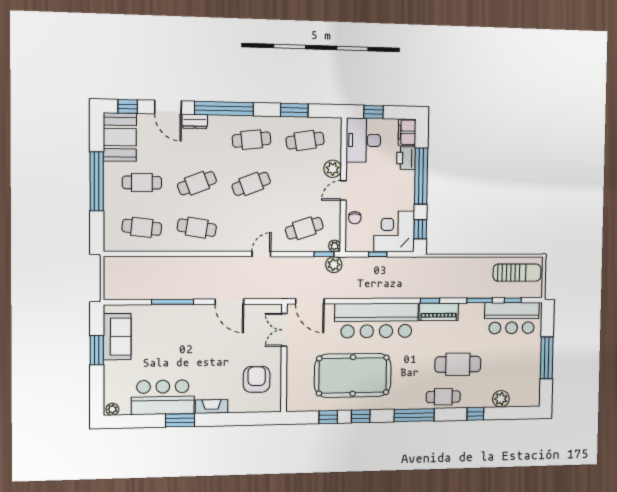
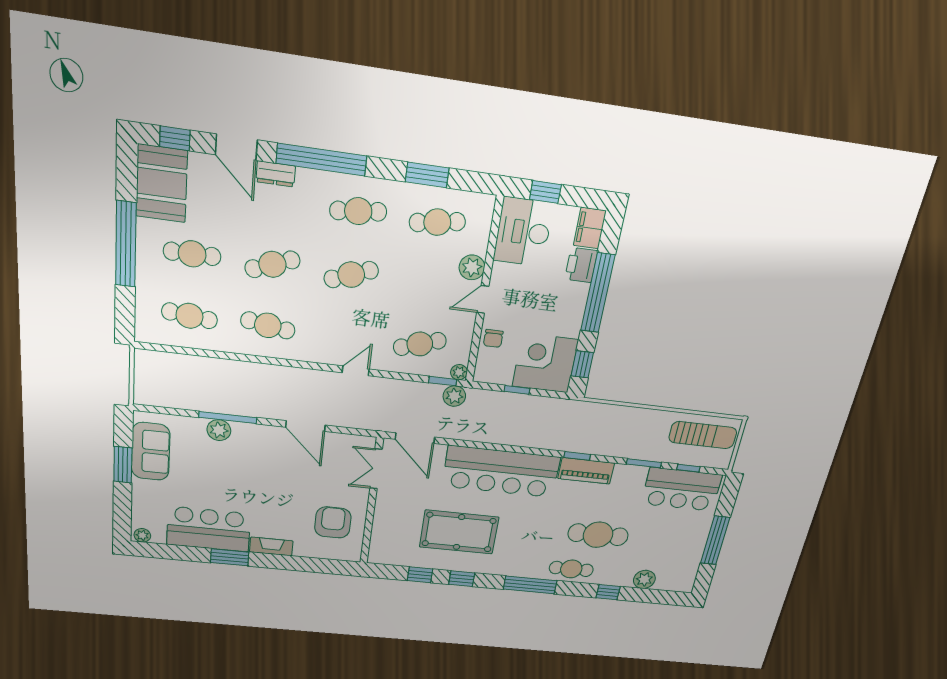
plant: (167, 313) -> (219, 430), added
pool table: (353, 375) -> (459, 532), width x0.73, depth x0.76

